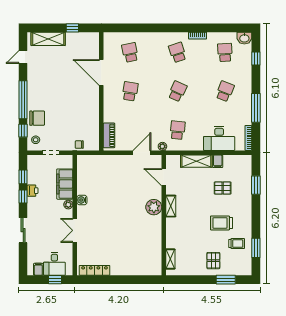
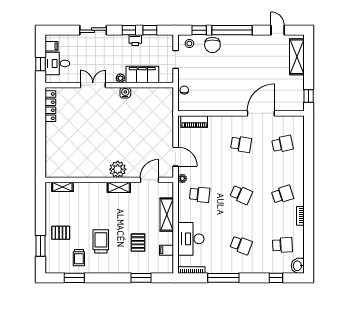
window: (72, 28) -> (309, 96), moved
filing cabinet: (218, 161) -> (167, 250), moved

